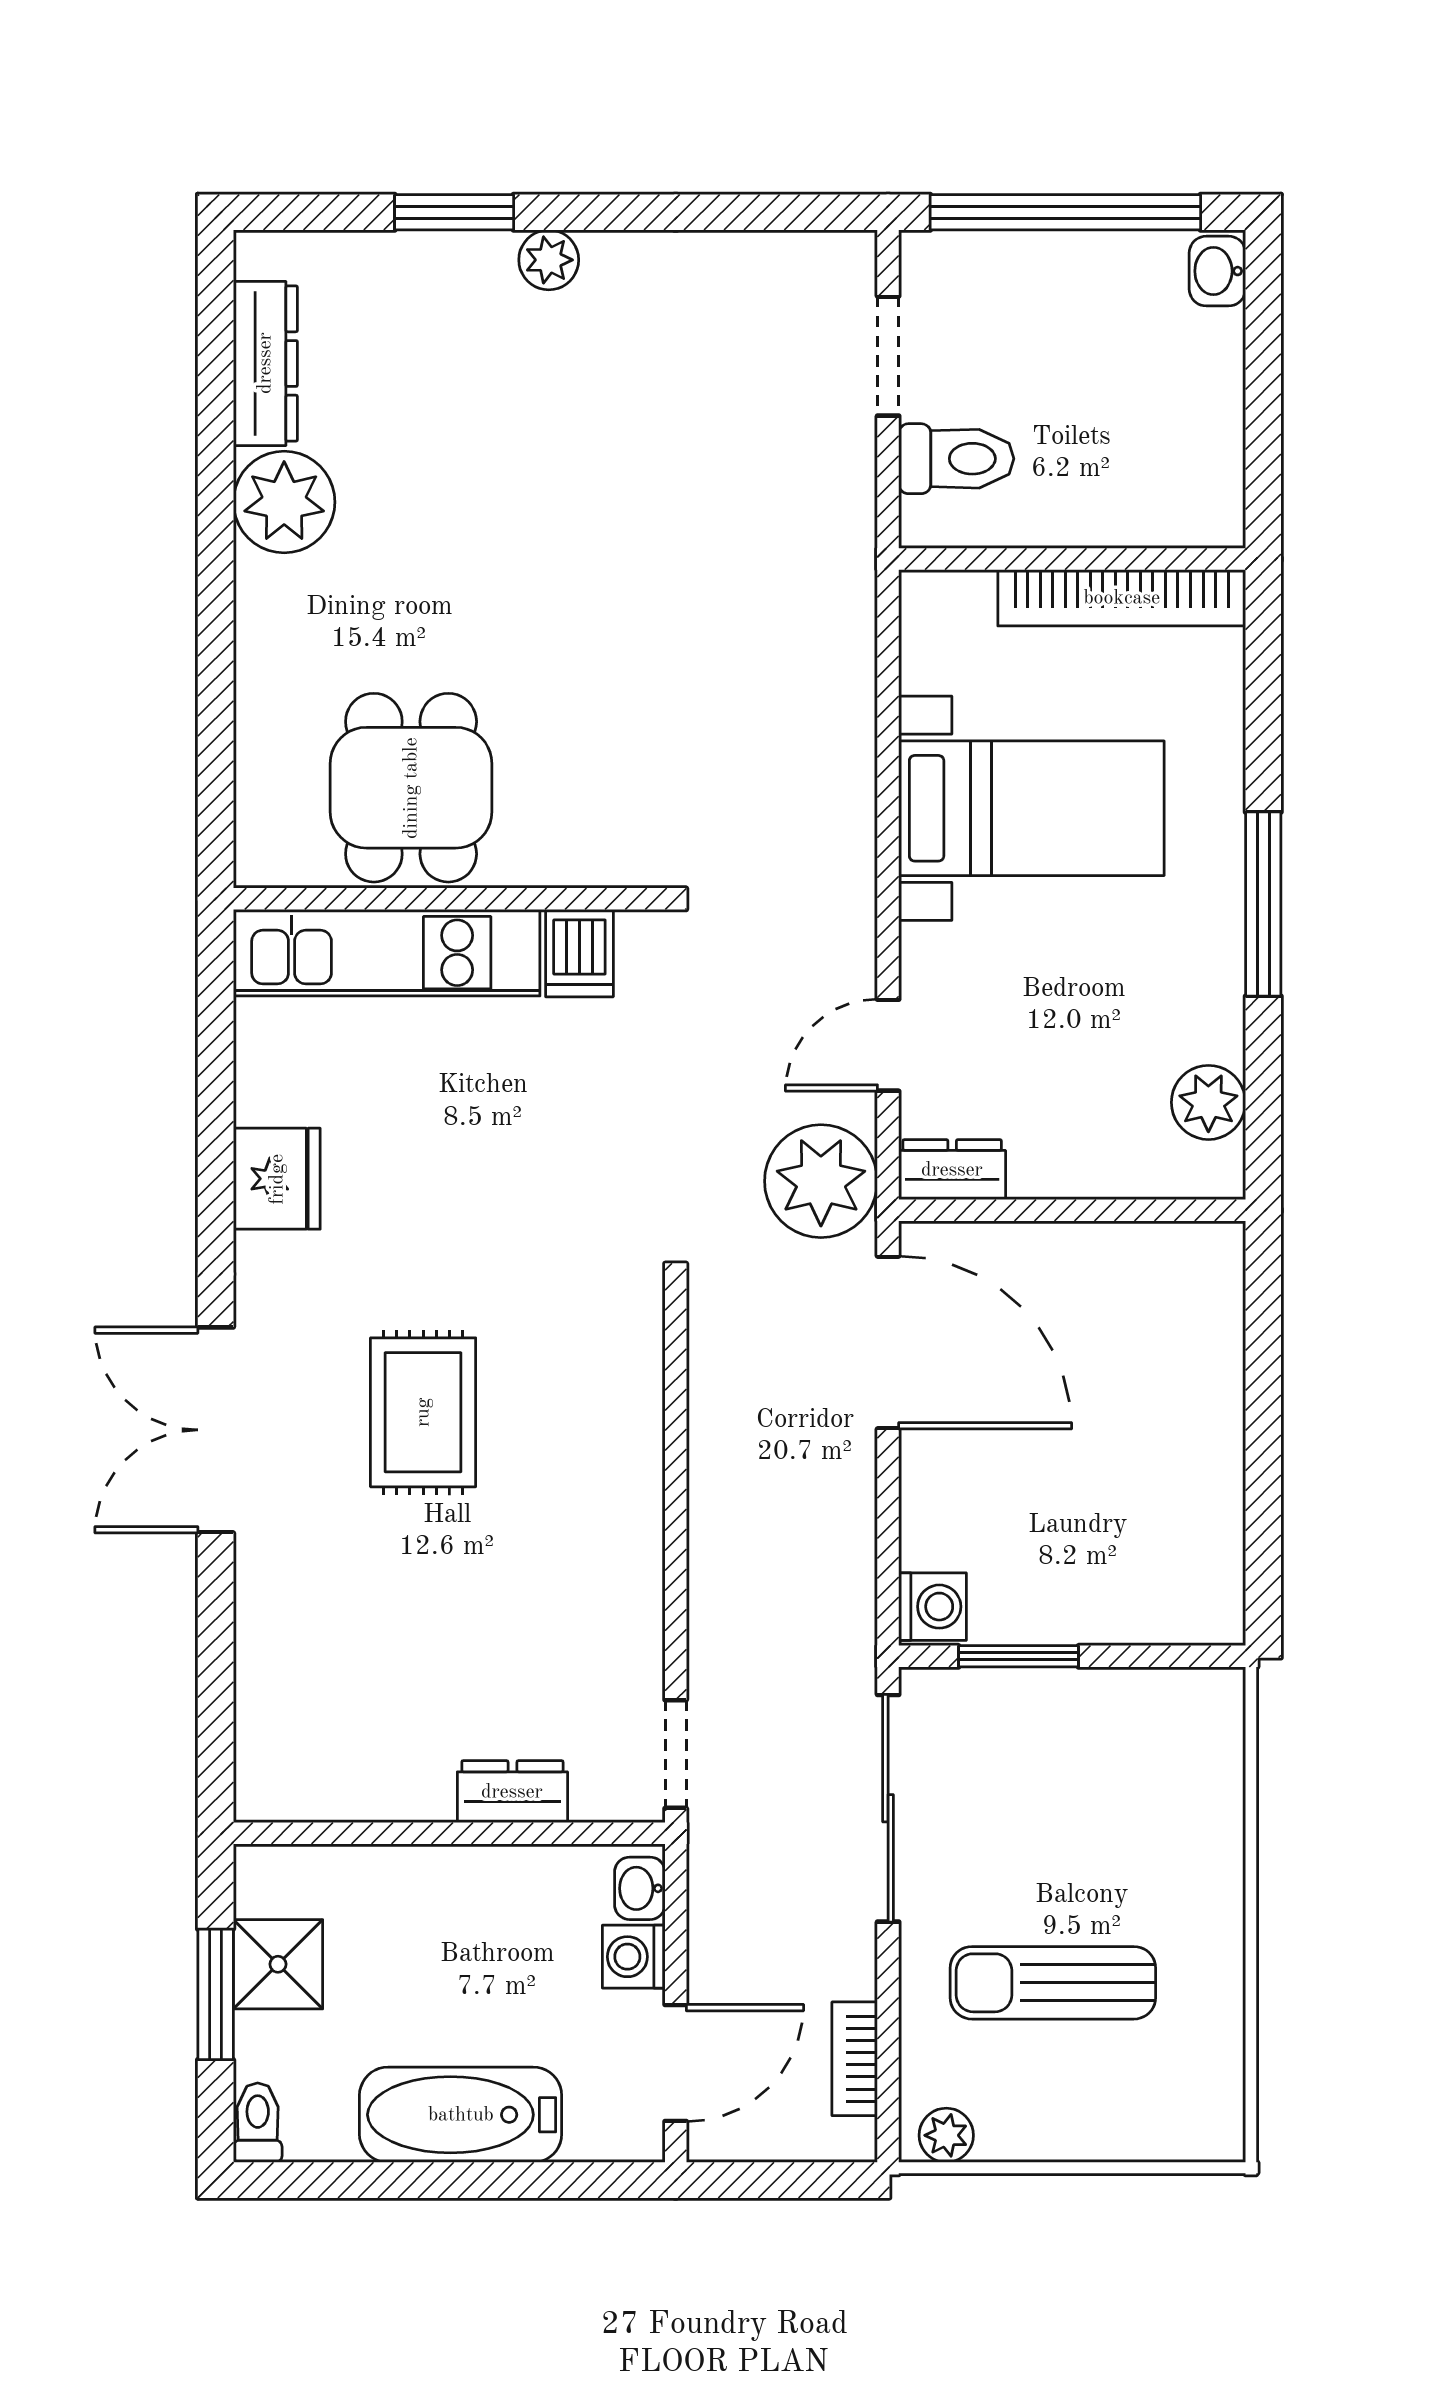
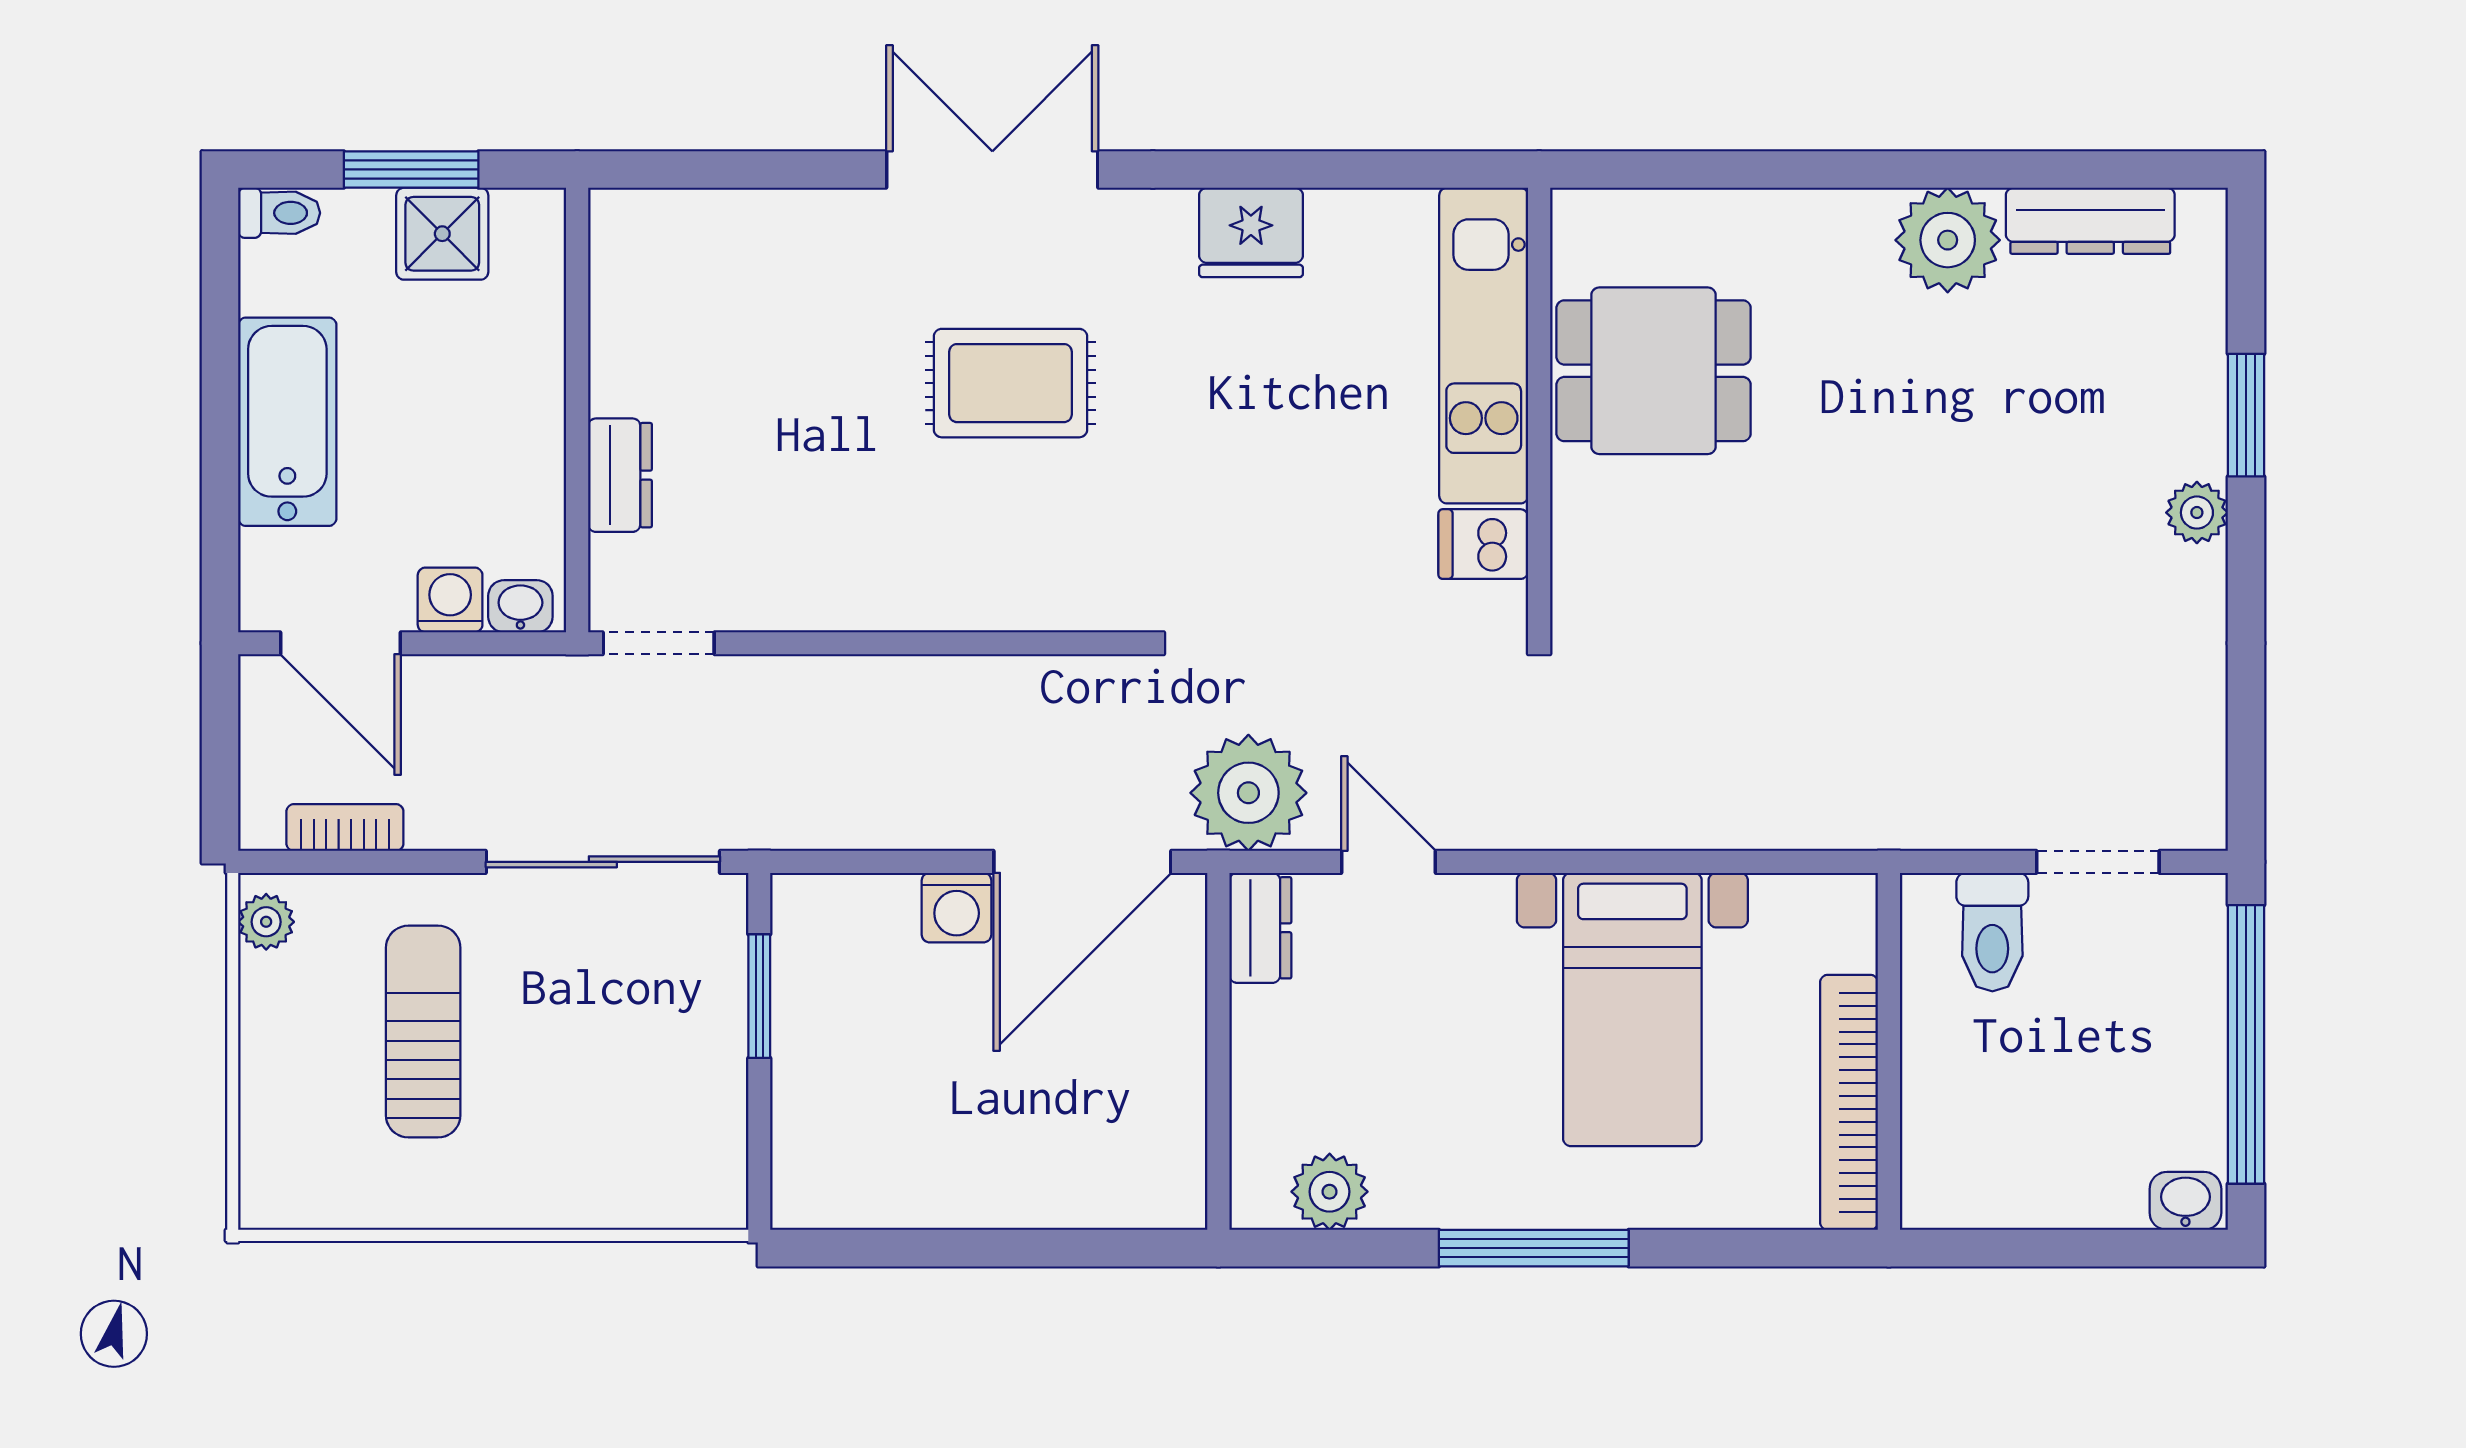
washing machine: (932, 1607) -> (957, 908), moved

